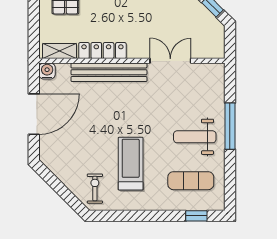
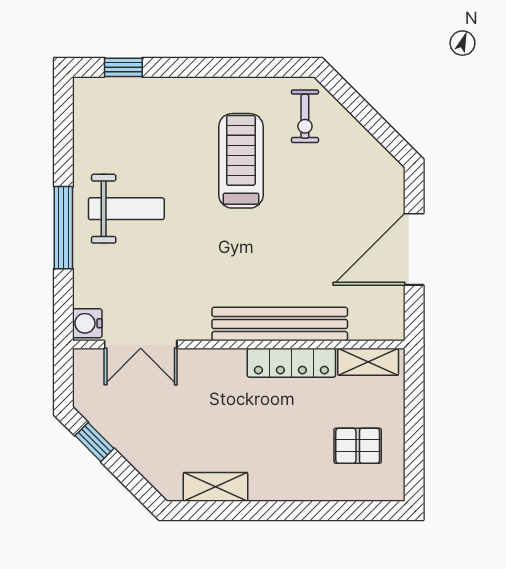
double door: (170, 61) -> (141, 345), moved
water cooler: (47, 71) -> (87, 323), moved, turned 90
treadmill: (131, 164) -> (241, 161), turned 180
exercise mat: (191, 181) -> (134, 130), removed

